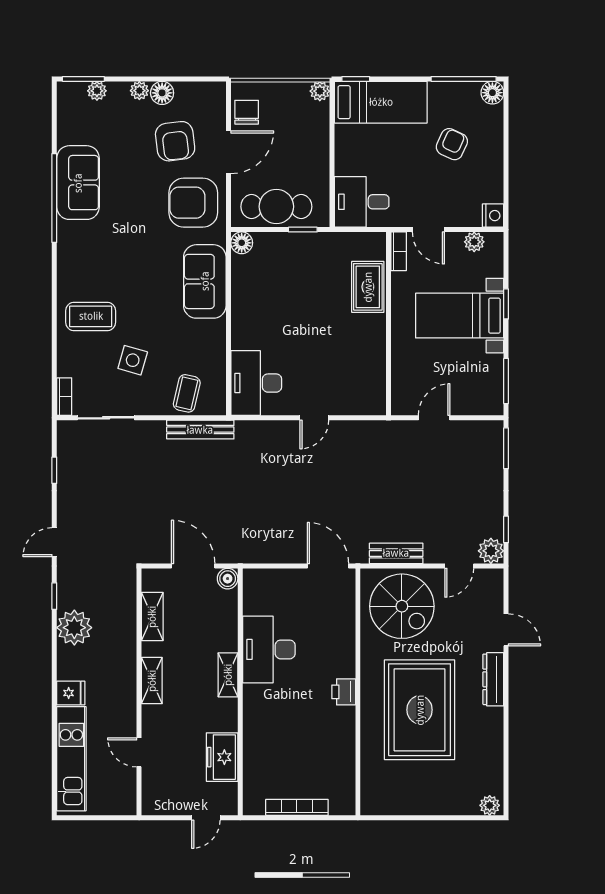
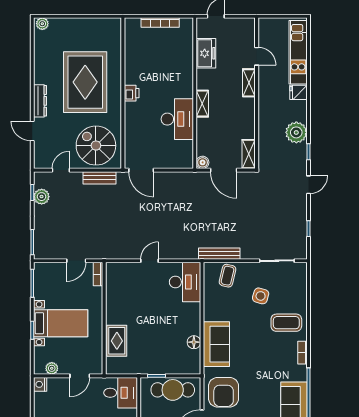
armchair: (193, 203) -> (224, 392), turned 90
door: (428, 230) -> (80, 376), swing flipped
floor lamp: (242, 243) -> (194, 342), moved
bookcase: (399, 251) -> (98, 274), moved
bookcase: (64, 397) -> (302, 353), moved
plant: (491, 551) -> (42, 197), moved
shelving: (152, 617) -> (249, 154), moved
shelving: (152, 681) -> (249, 83), moved

